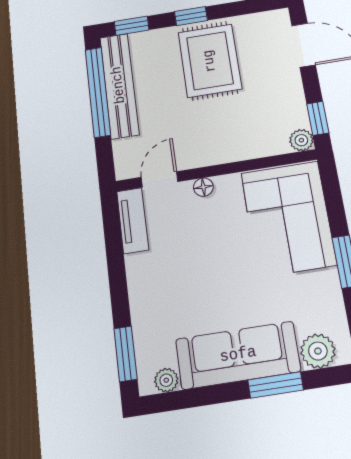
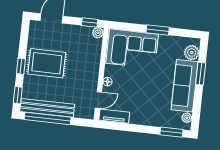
door: (160, 179) -> (98, 100), swing flipped

